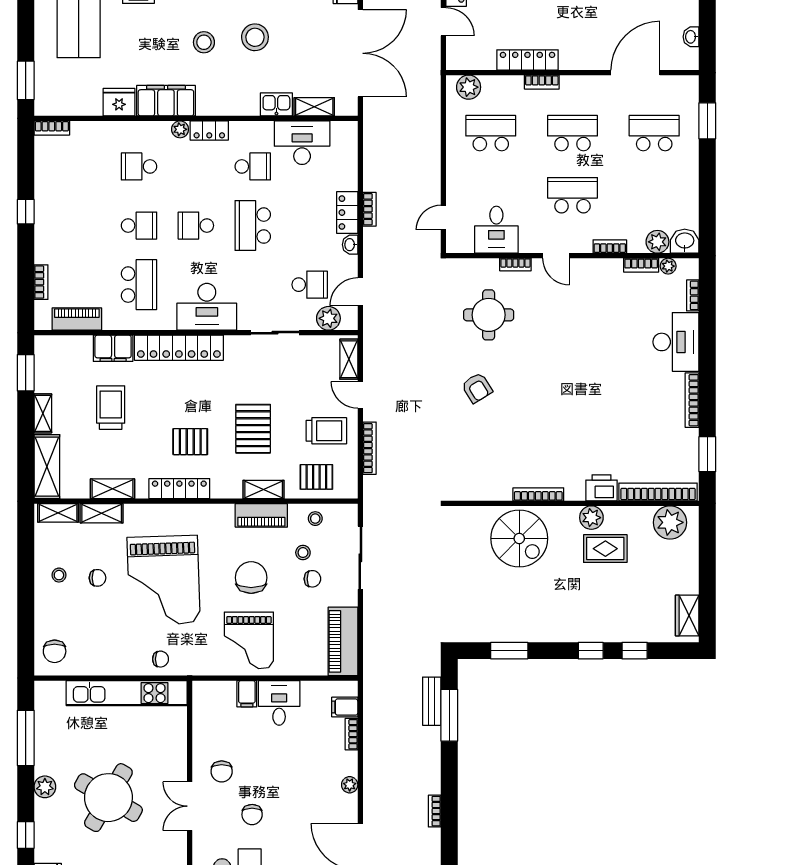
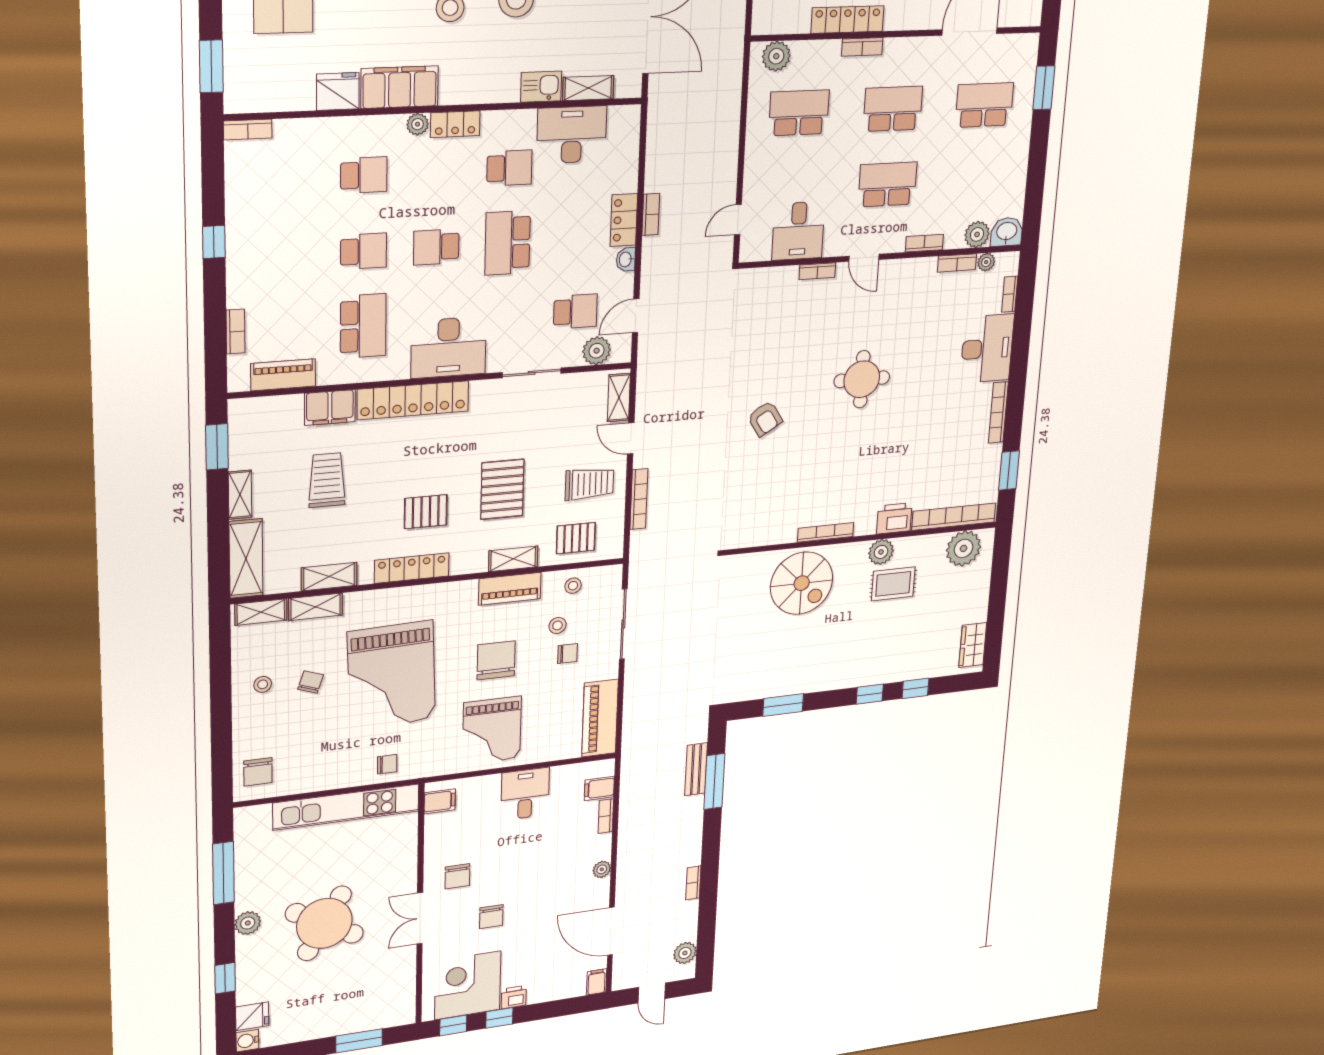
school desk: (139, 166) -> (364, 175), turned 180
round table: (489, 315) -> (862, 379), moved
chair: (97, 578) -> (311, 682), turned -71
filing cabinet: (247, 694) -> (440, 801), moved, turned -90

